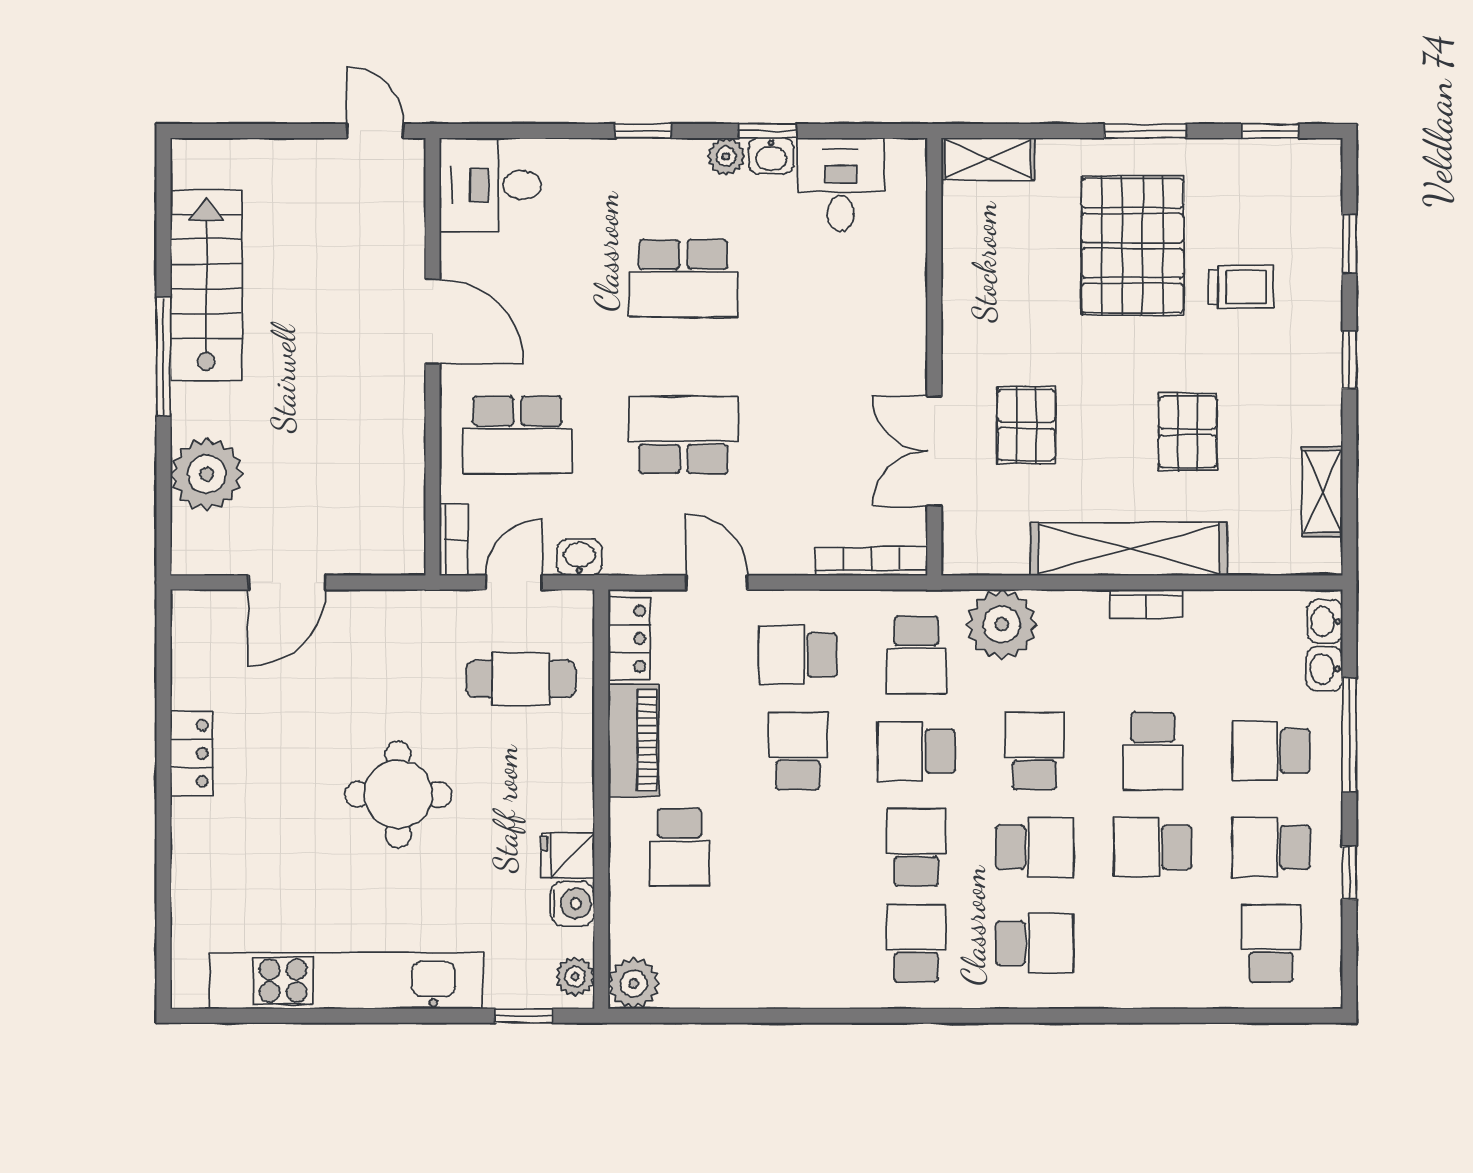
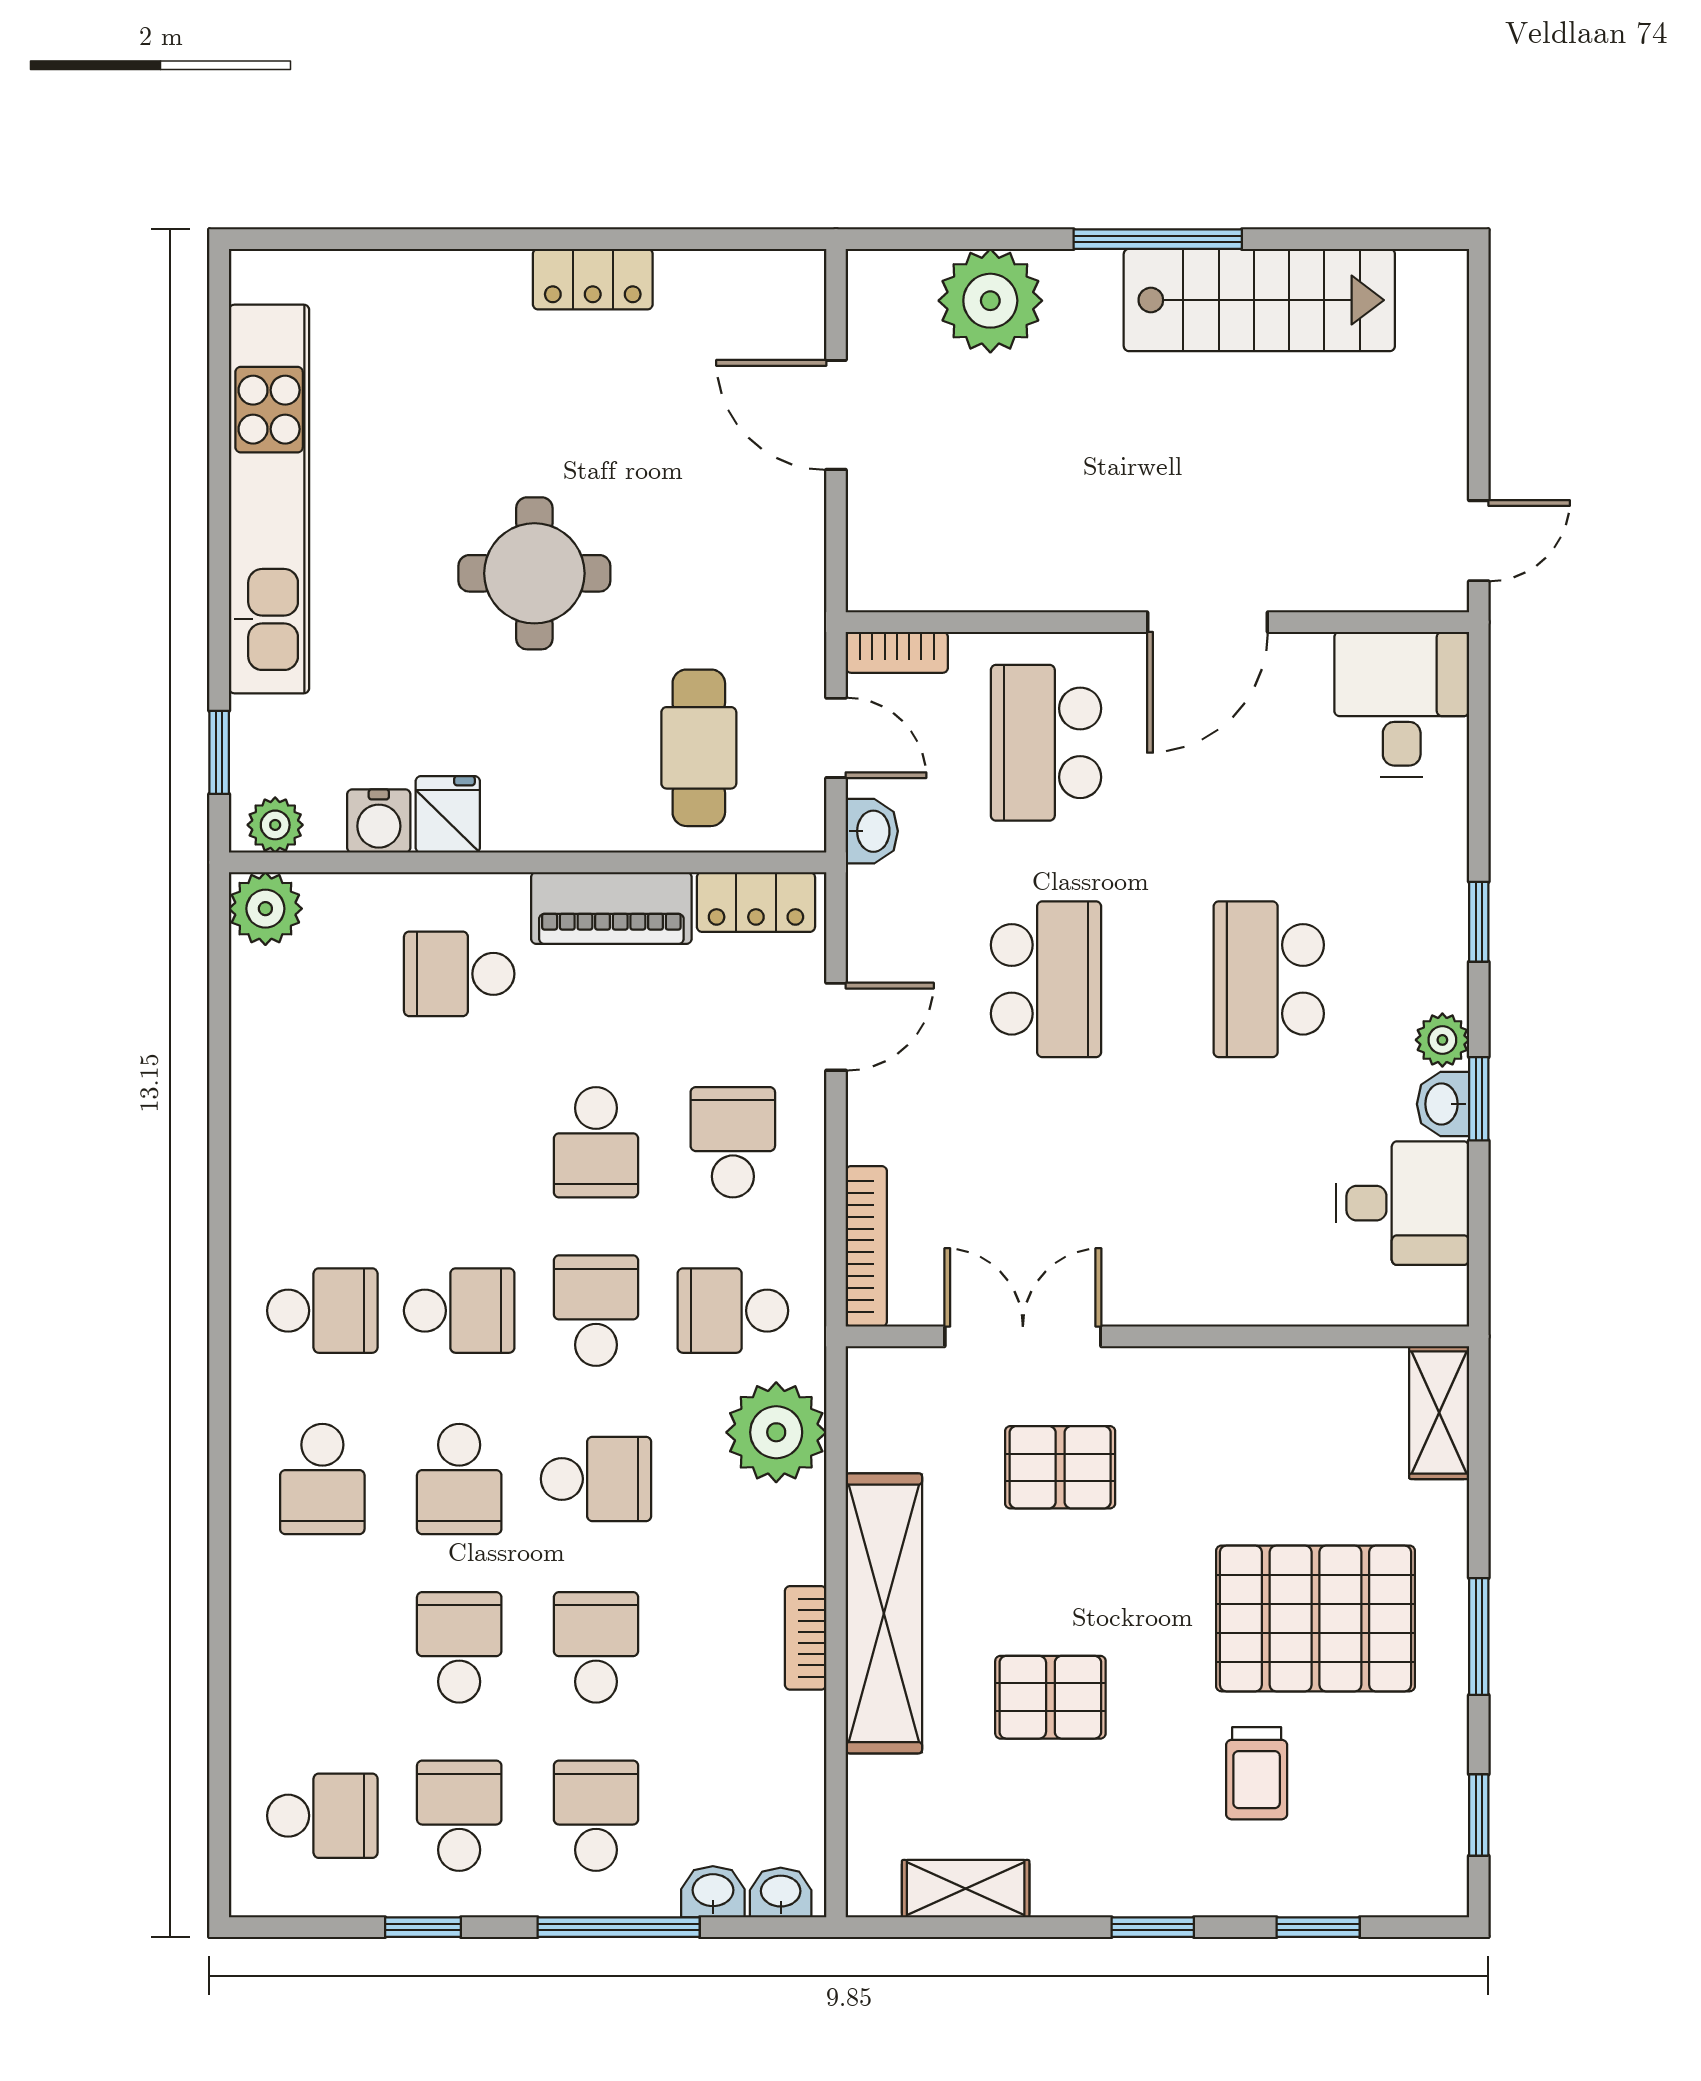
school desk: (798, 751) -> (596, 1142), turned 90
school desk: (1153, 751) -> (596, 1647), turned 90

